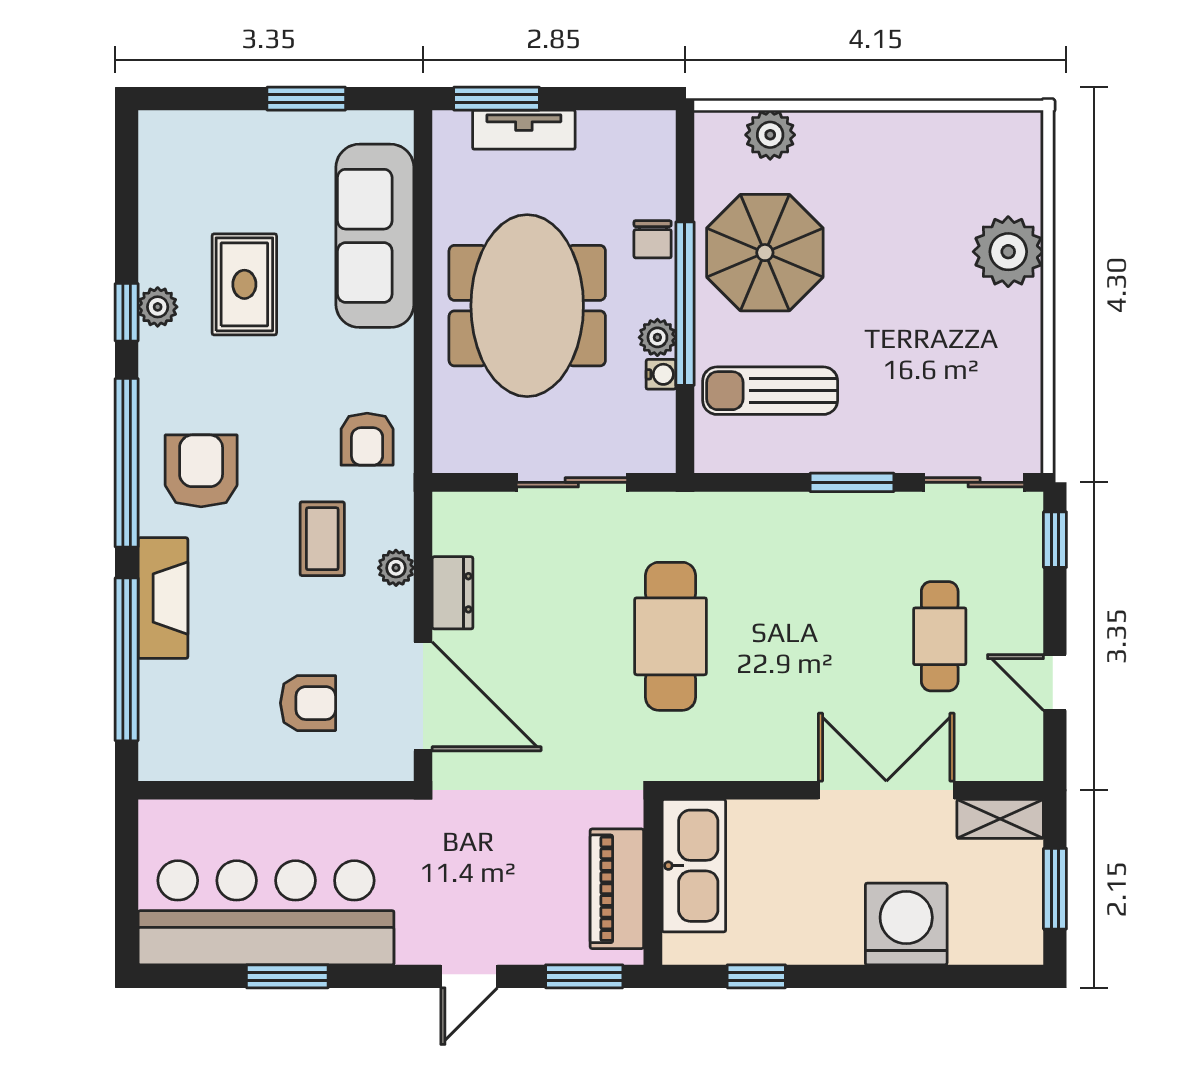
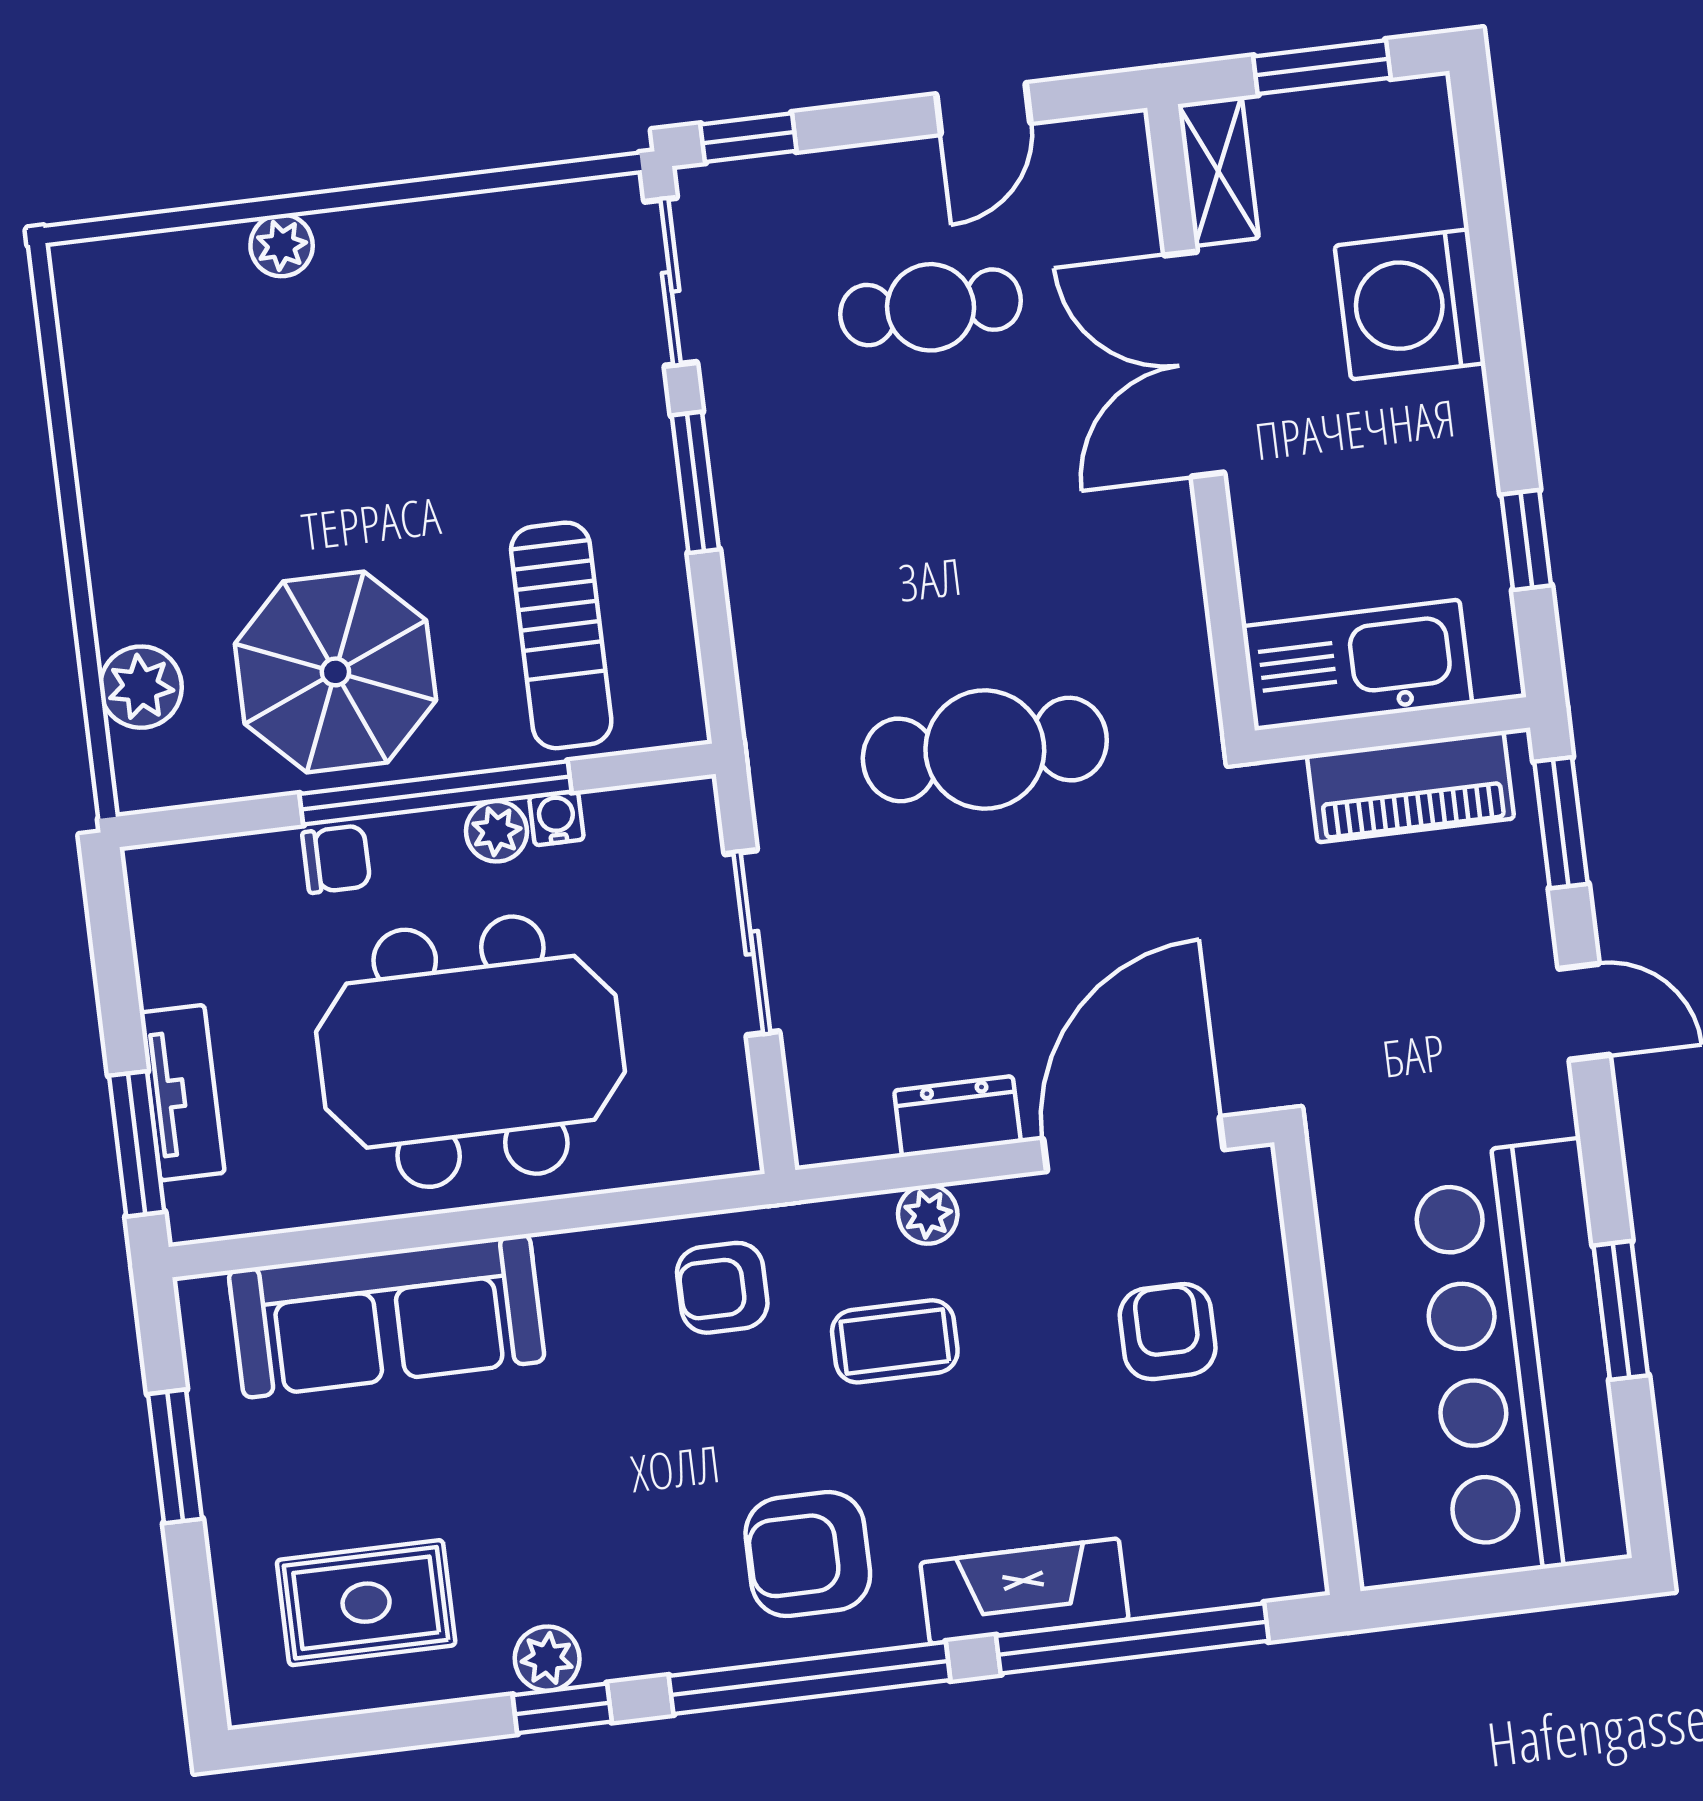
plant: (1008, 252) -> (282, 245), width x0.53, depth x0.53
rug: (244, 284) -> (366, 1603), moved
armchair: (367, 439) -> (722, 1288), turned 180

